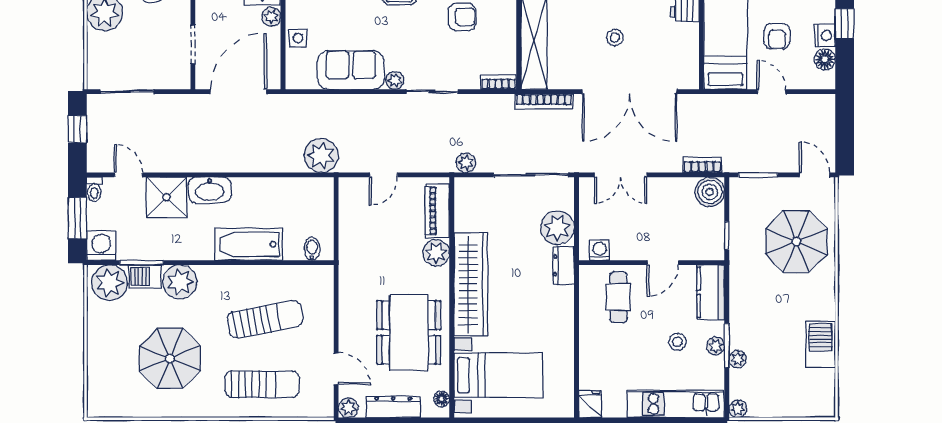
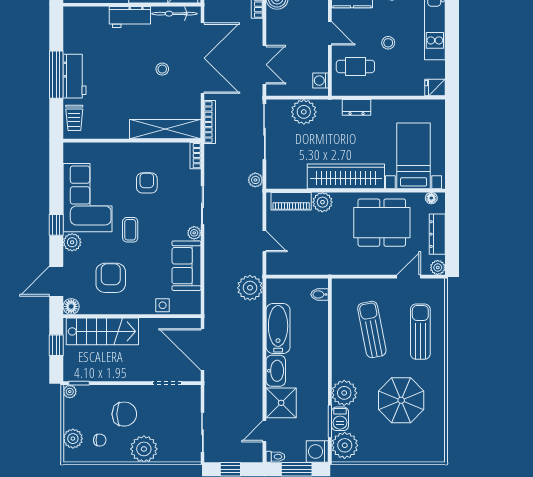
plant: (271, 17) -> (147, 325), removed
bicycle: (689, 54) -> (174, 14), added
bathtub: (249, 244) -> (278, 328), moved, turned 180
dresser: (563, 265) -> (357, 107), moved
stool: (677, 342) -> (388, 43), moved

